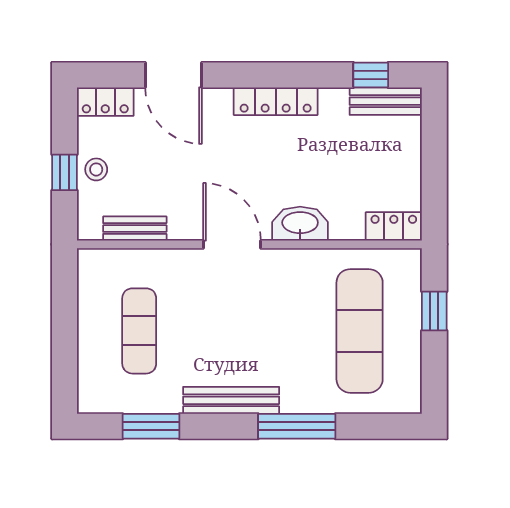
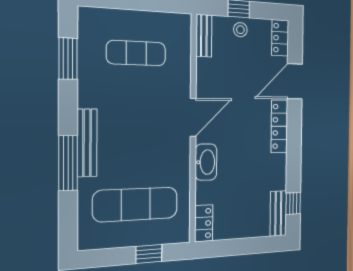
locker: (276, 101) -> (279, 126), moved
bench: (135, 229) -> (204, 36), moved
bench: (231, 400) -> (87, 143), moved

